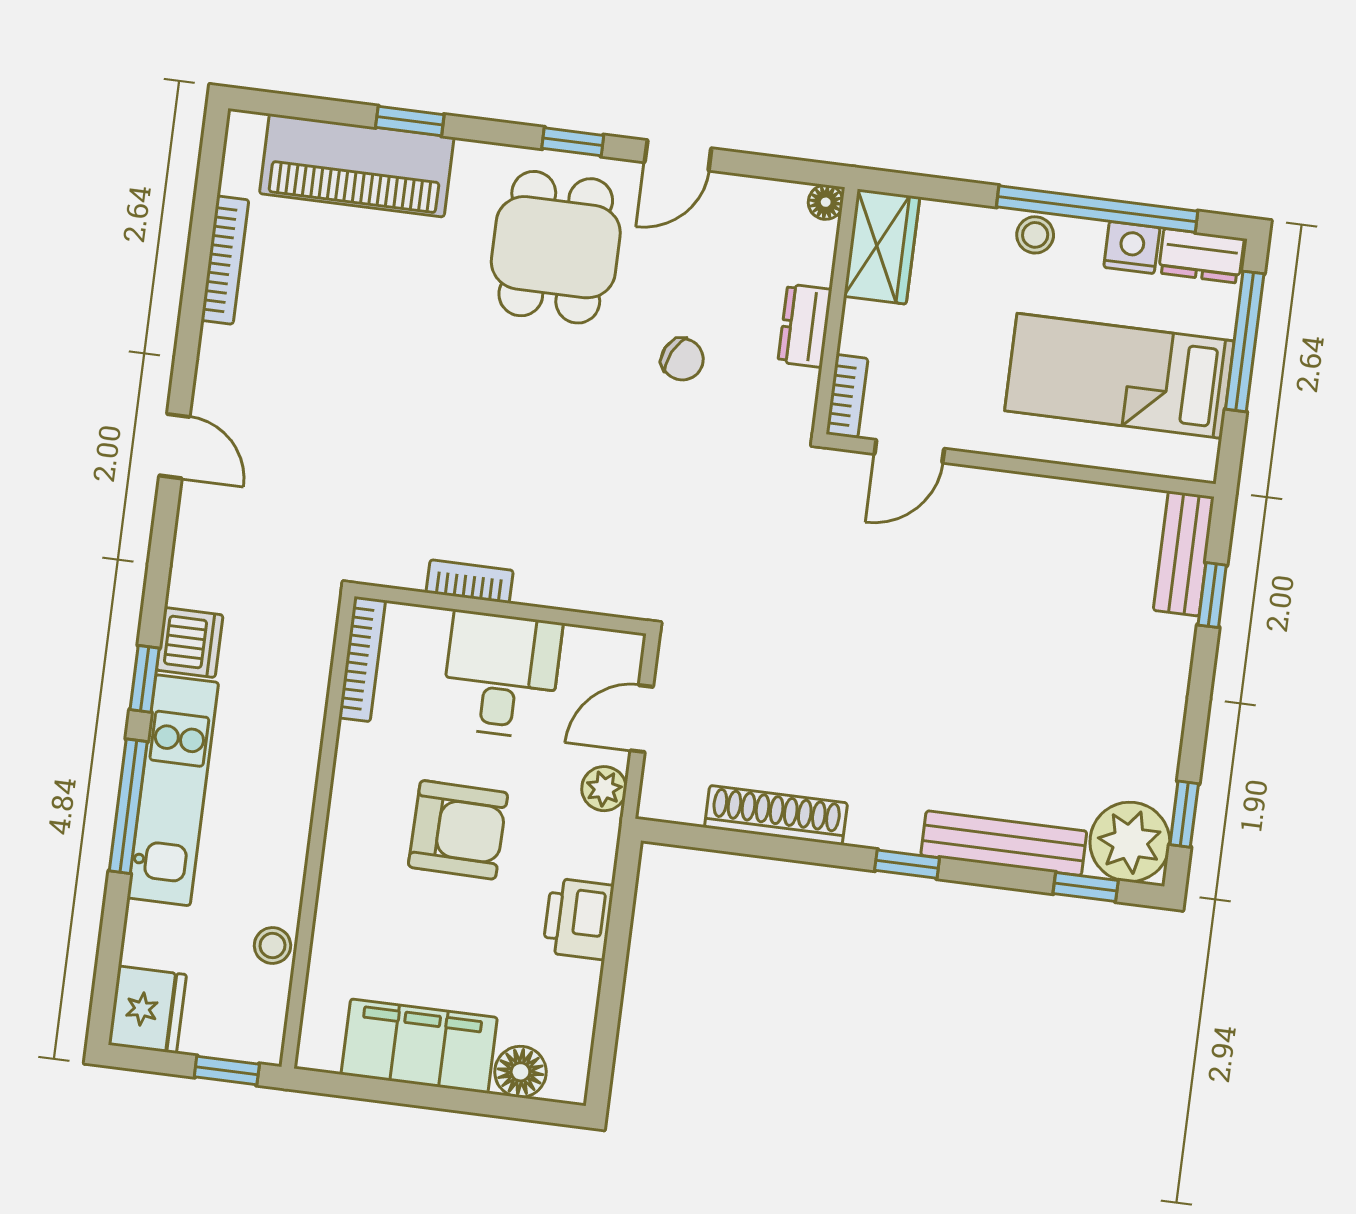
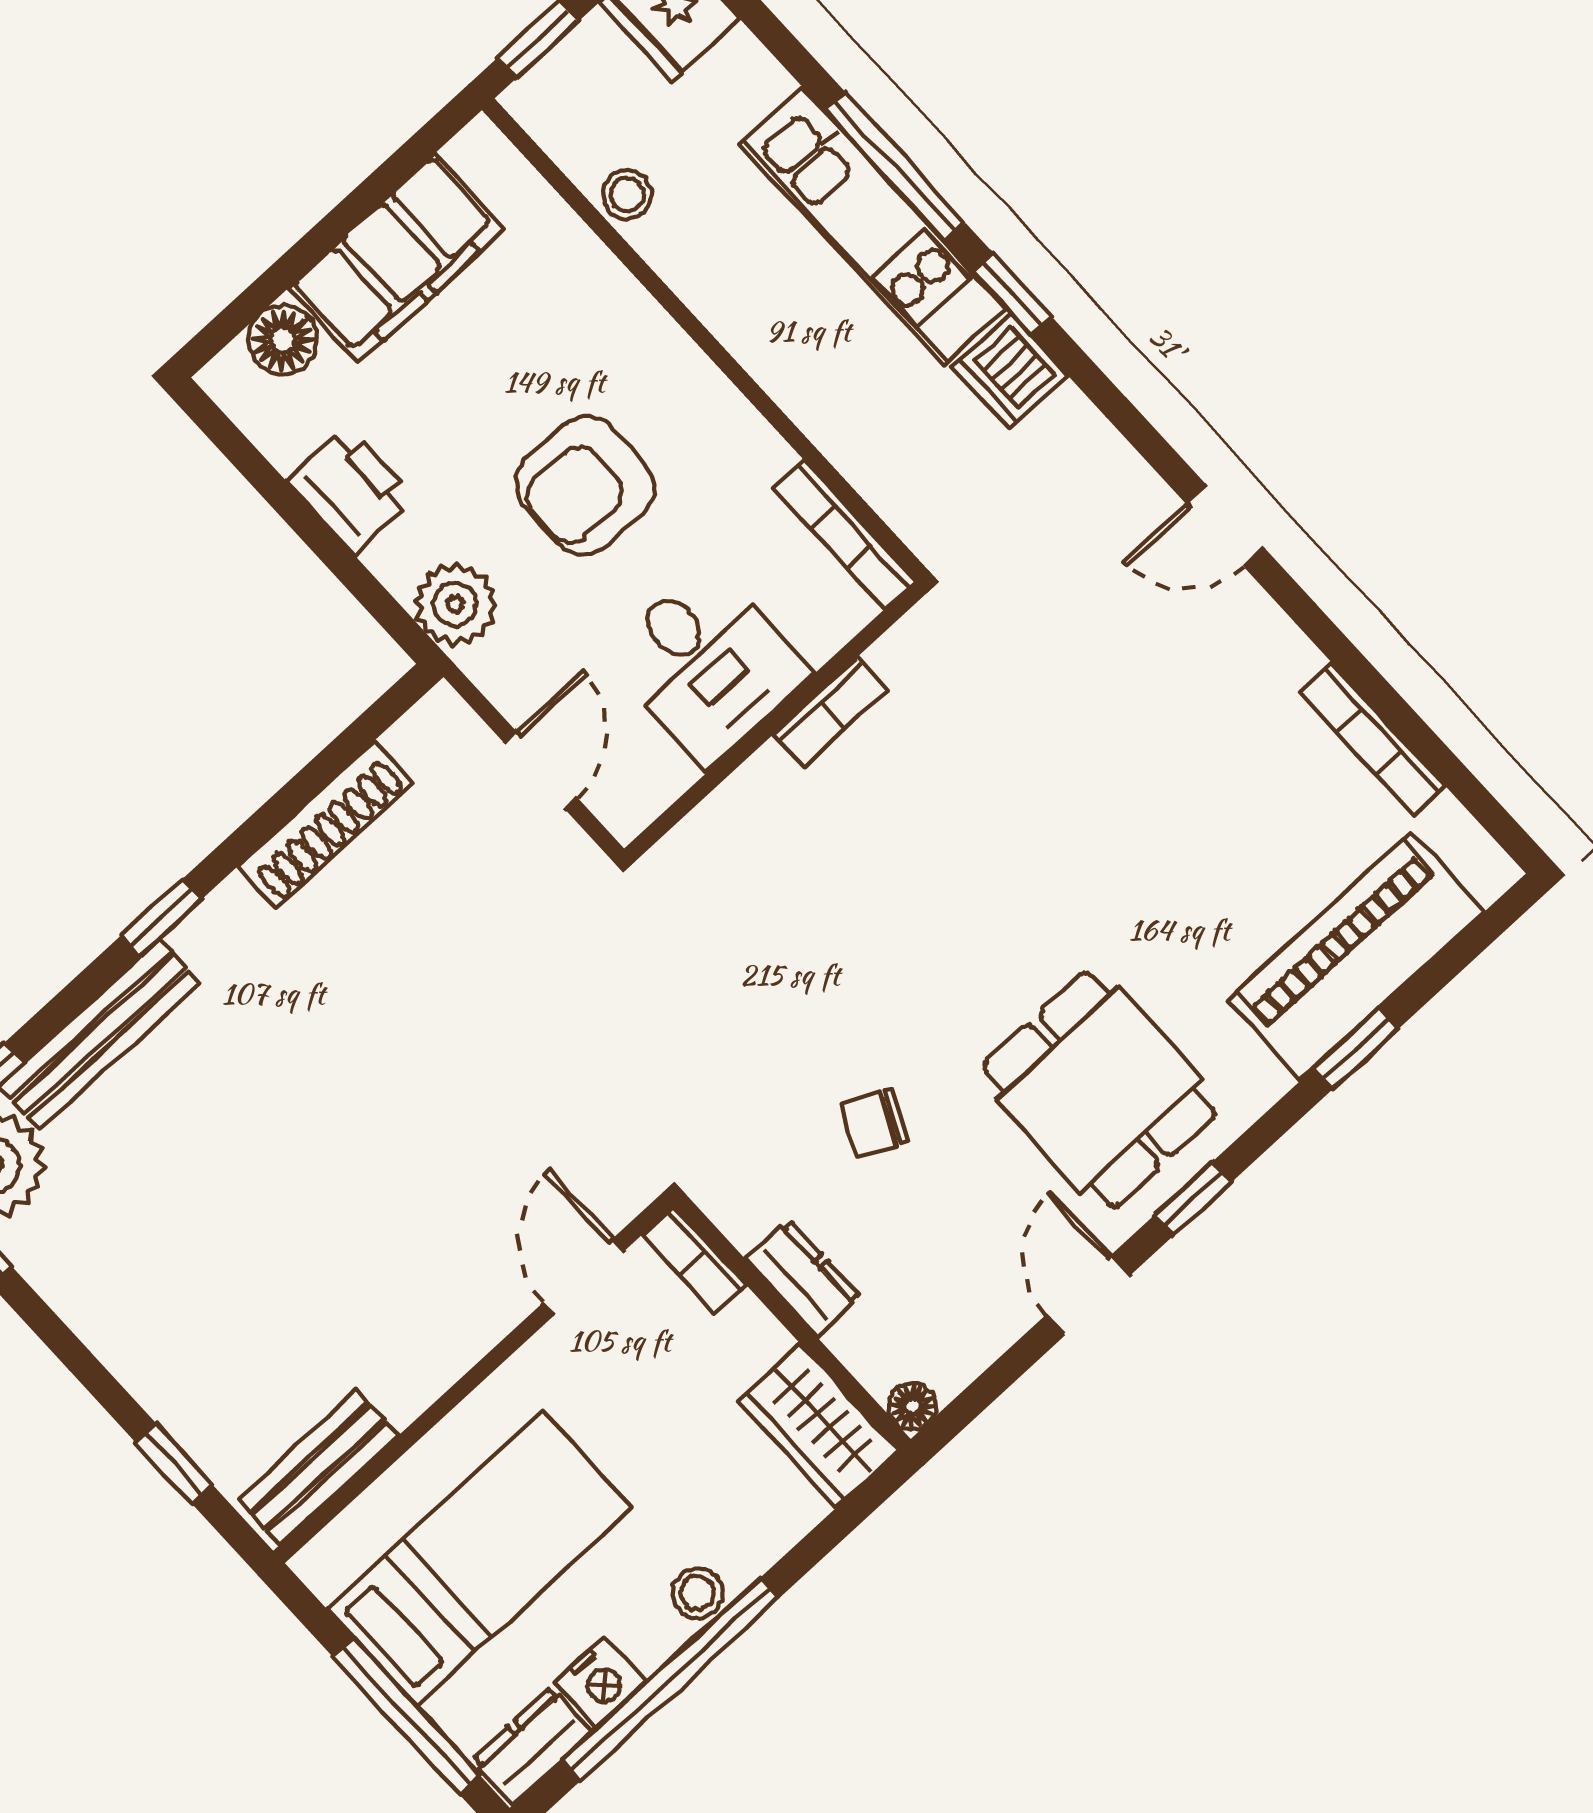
bench: (1184, 554) -> (318, 1467), moved, turned 90
plant: (604, 789) -> (455, 604), moved, width x1.38, depth x1.38
printer: (578, 919) -> (351, 489), moved

